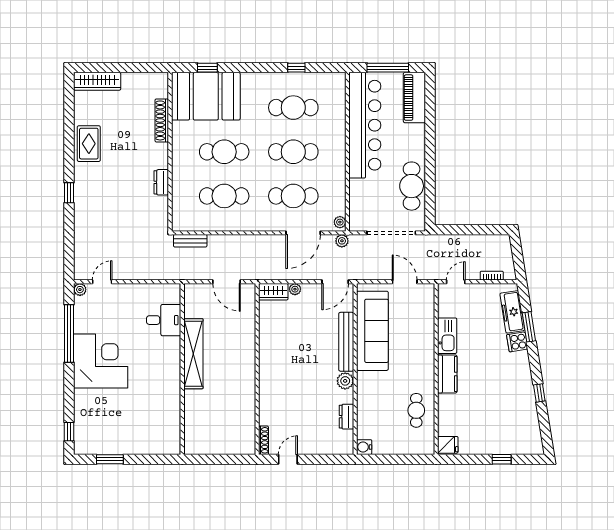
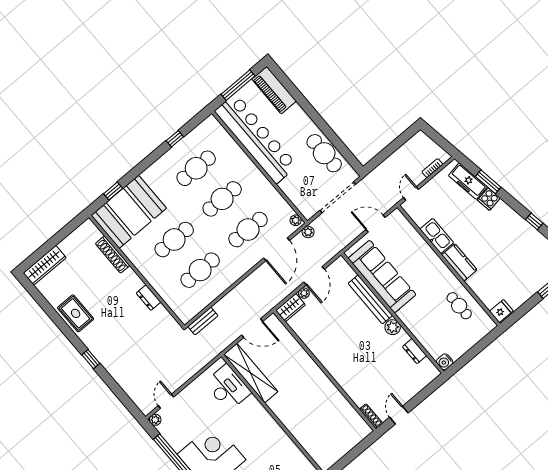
door: (335, 282) -> (314, 276), moved
desk: (164, 320) -> (228, 388), width x1.37
shelving: (193, 354) -> (251, 373), moved

